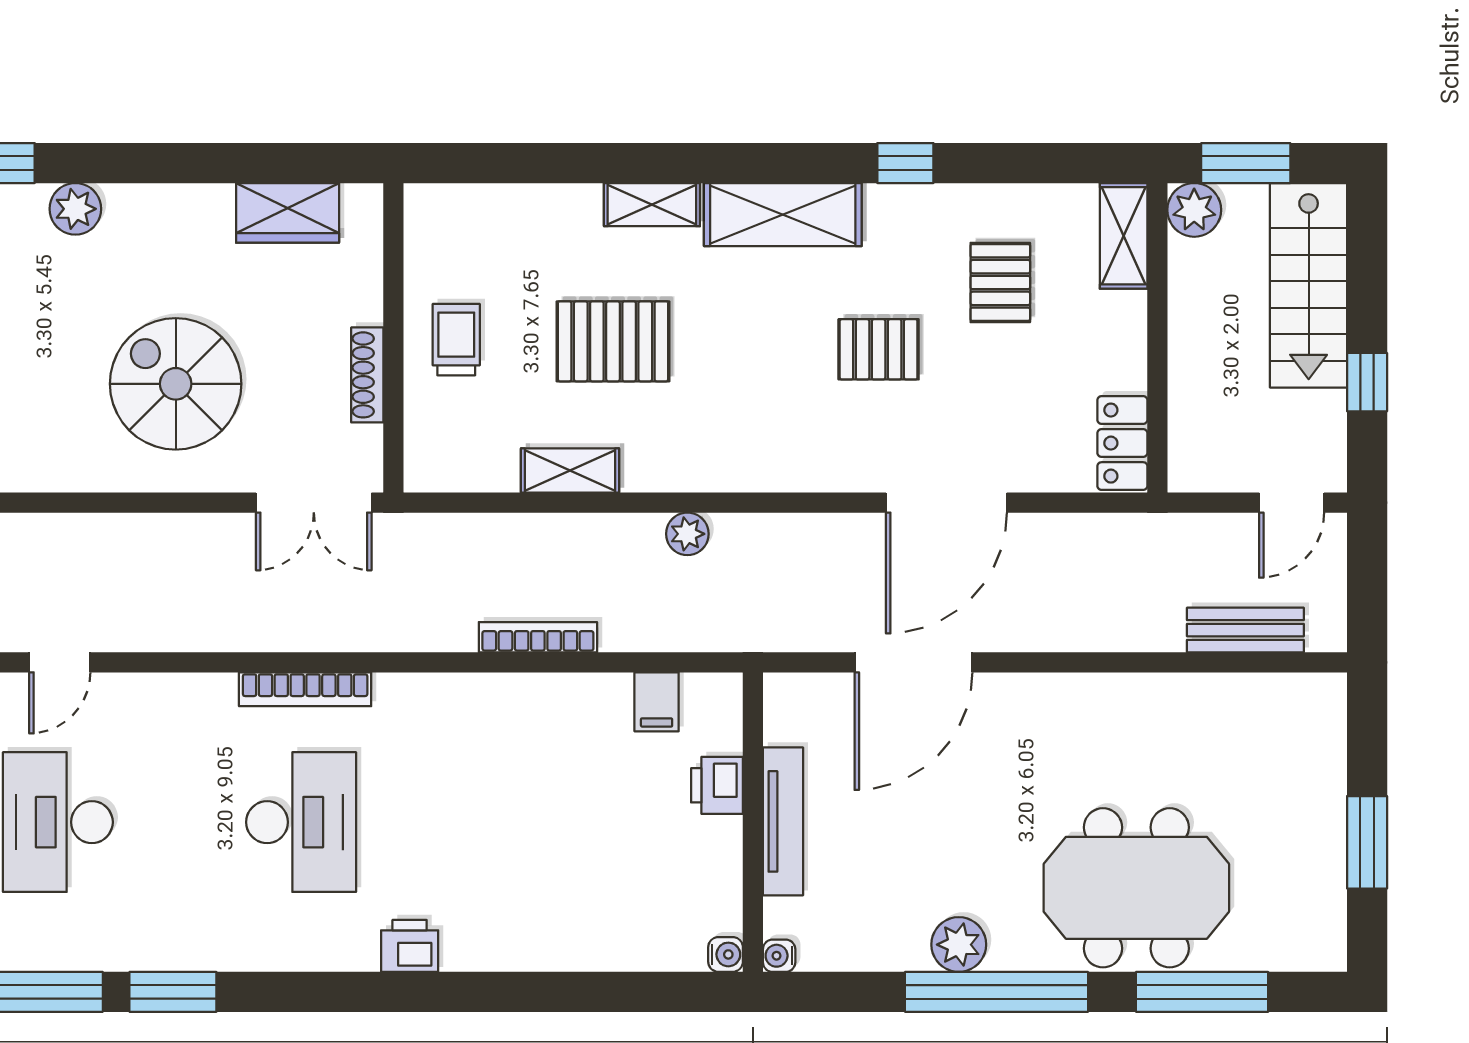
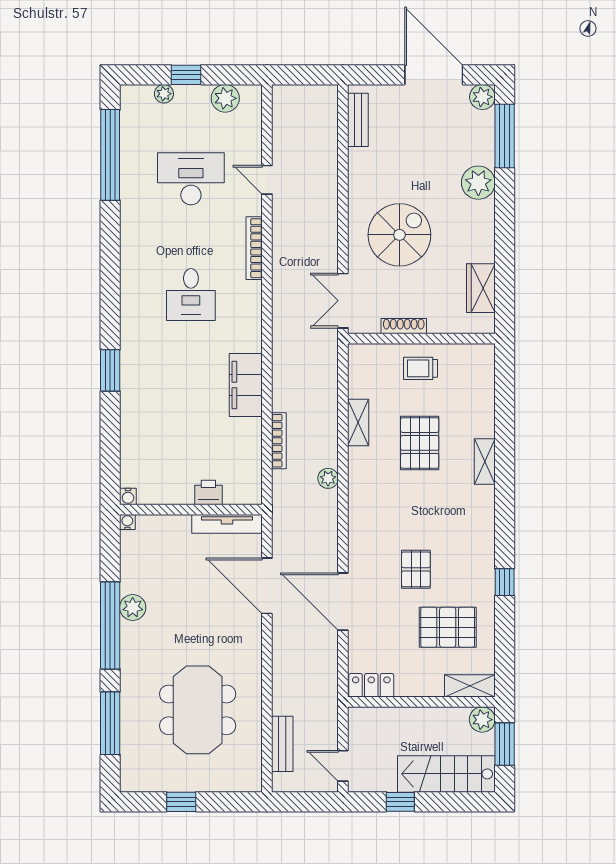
plant: (75, 209) -> (478, 183), width x1.36, depth x1.36
shelving: (783, 215) -> (480, 524), removed
pallet: (1000, 283) -> (448, 627), width x1.50, depth x1.42
trolley: (456, 340) -> (421, 368), turned 180
bookcase: (538, 637) -> (279, 441), moved
bookcase: (305, 689) -> (254, 248), moved
filing cabinet: (657, 702) -> (246, 385), moved, width x3.00, depth x1.17
tv unit: (783, 821) -> (227, 524), moved
desk: (301, 822) -> (191, 295), width x0.73
window: (1367, 842) -> (181, 802), width x0.67
meeting table: (1136, 888) -> (198, 710), moved
printer: (410, 946) -> (132, 346), removed
window: (173, 992) -> (110, 370), moved

